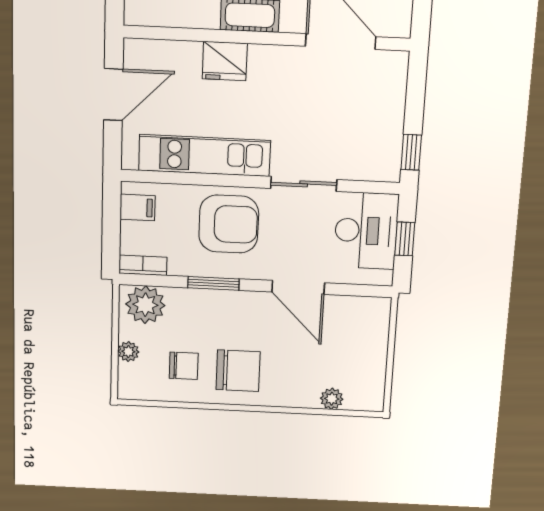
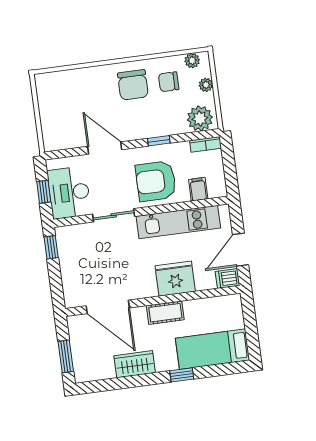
dishwasher: (141, 52) -> (227, 278), added
fridge: (225, 61) -> (175, 279), width x1.36, depth x1.34
filing cabinet: (137, 207) -> (198, 189), moved, turned 90
window: (213, 283) -> (159, 141), width x0.67
chair: (238, 371) -> (133, 85), turned -90
plant: (332, 399) -> (192, 61), moved

